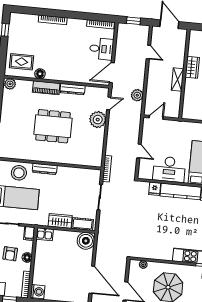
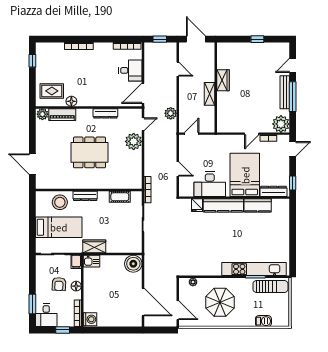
piano: (46, 88) -> (62, 115), moved
wardrobe: (60, 221) -> (94, 246), moved
cot: (83, 224) -> (120, 197), moved

